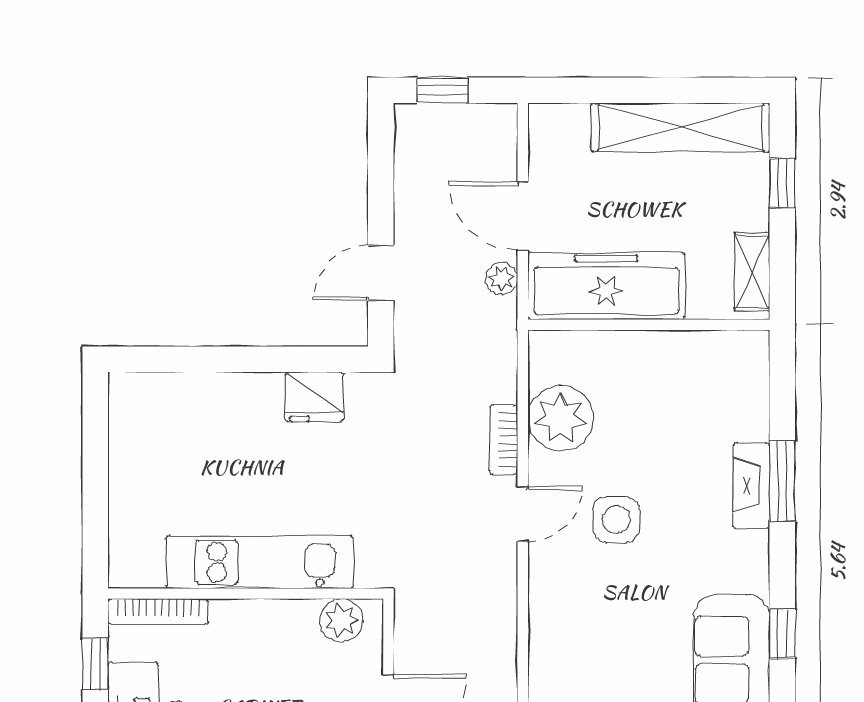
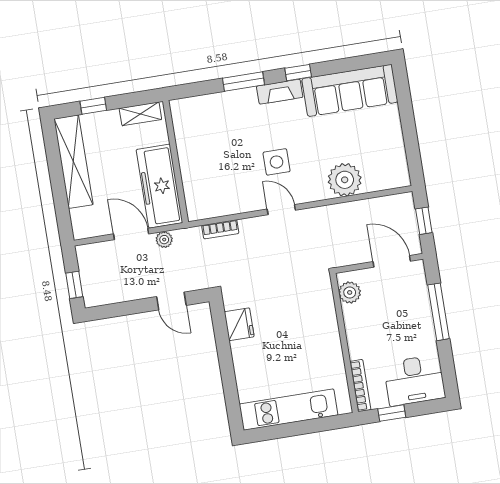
door: (523, 216) -> (131, 234), swing flipped
plant: (561, 418) -> (345, 180), moved
bookcase: (504, 440) -> (220, 229), moved
fireplace: (751, 485) -> (280, 92), moved
kitchen unit: (260, 562) -> (289, 410), moved, turned 90
window: (782, 634) -> (298, 73), moved

